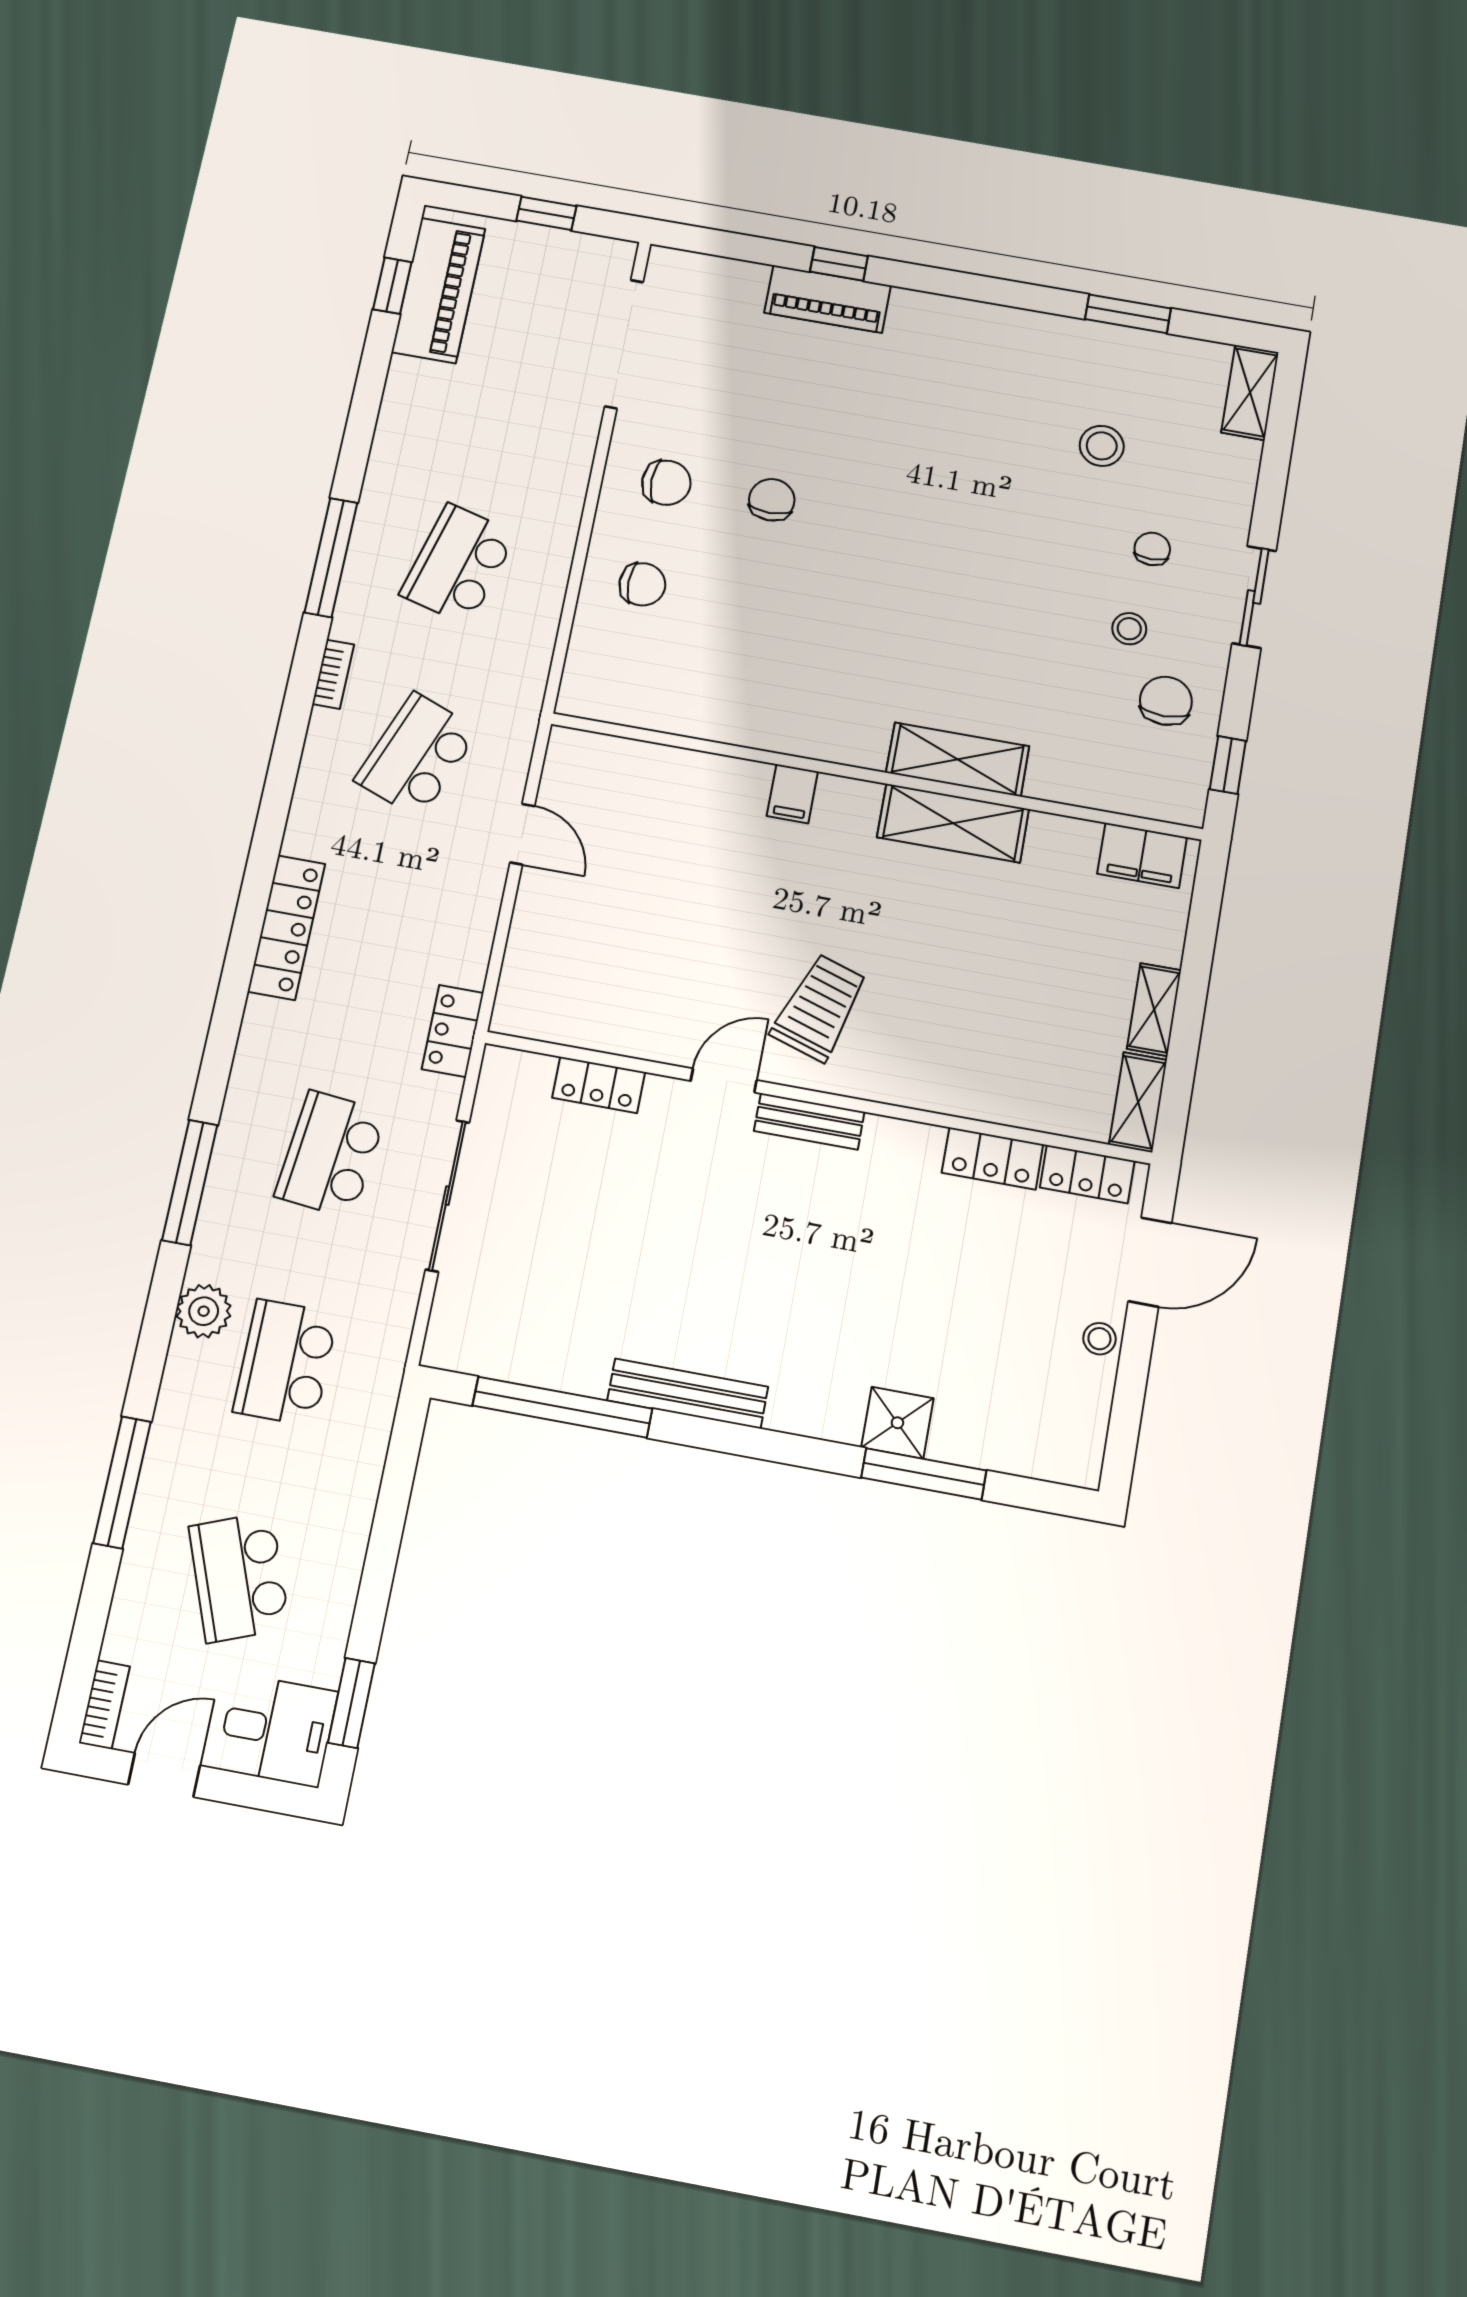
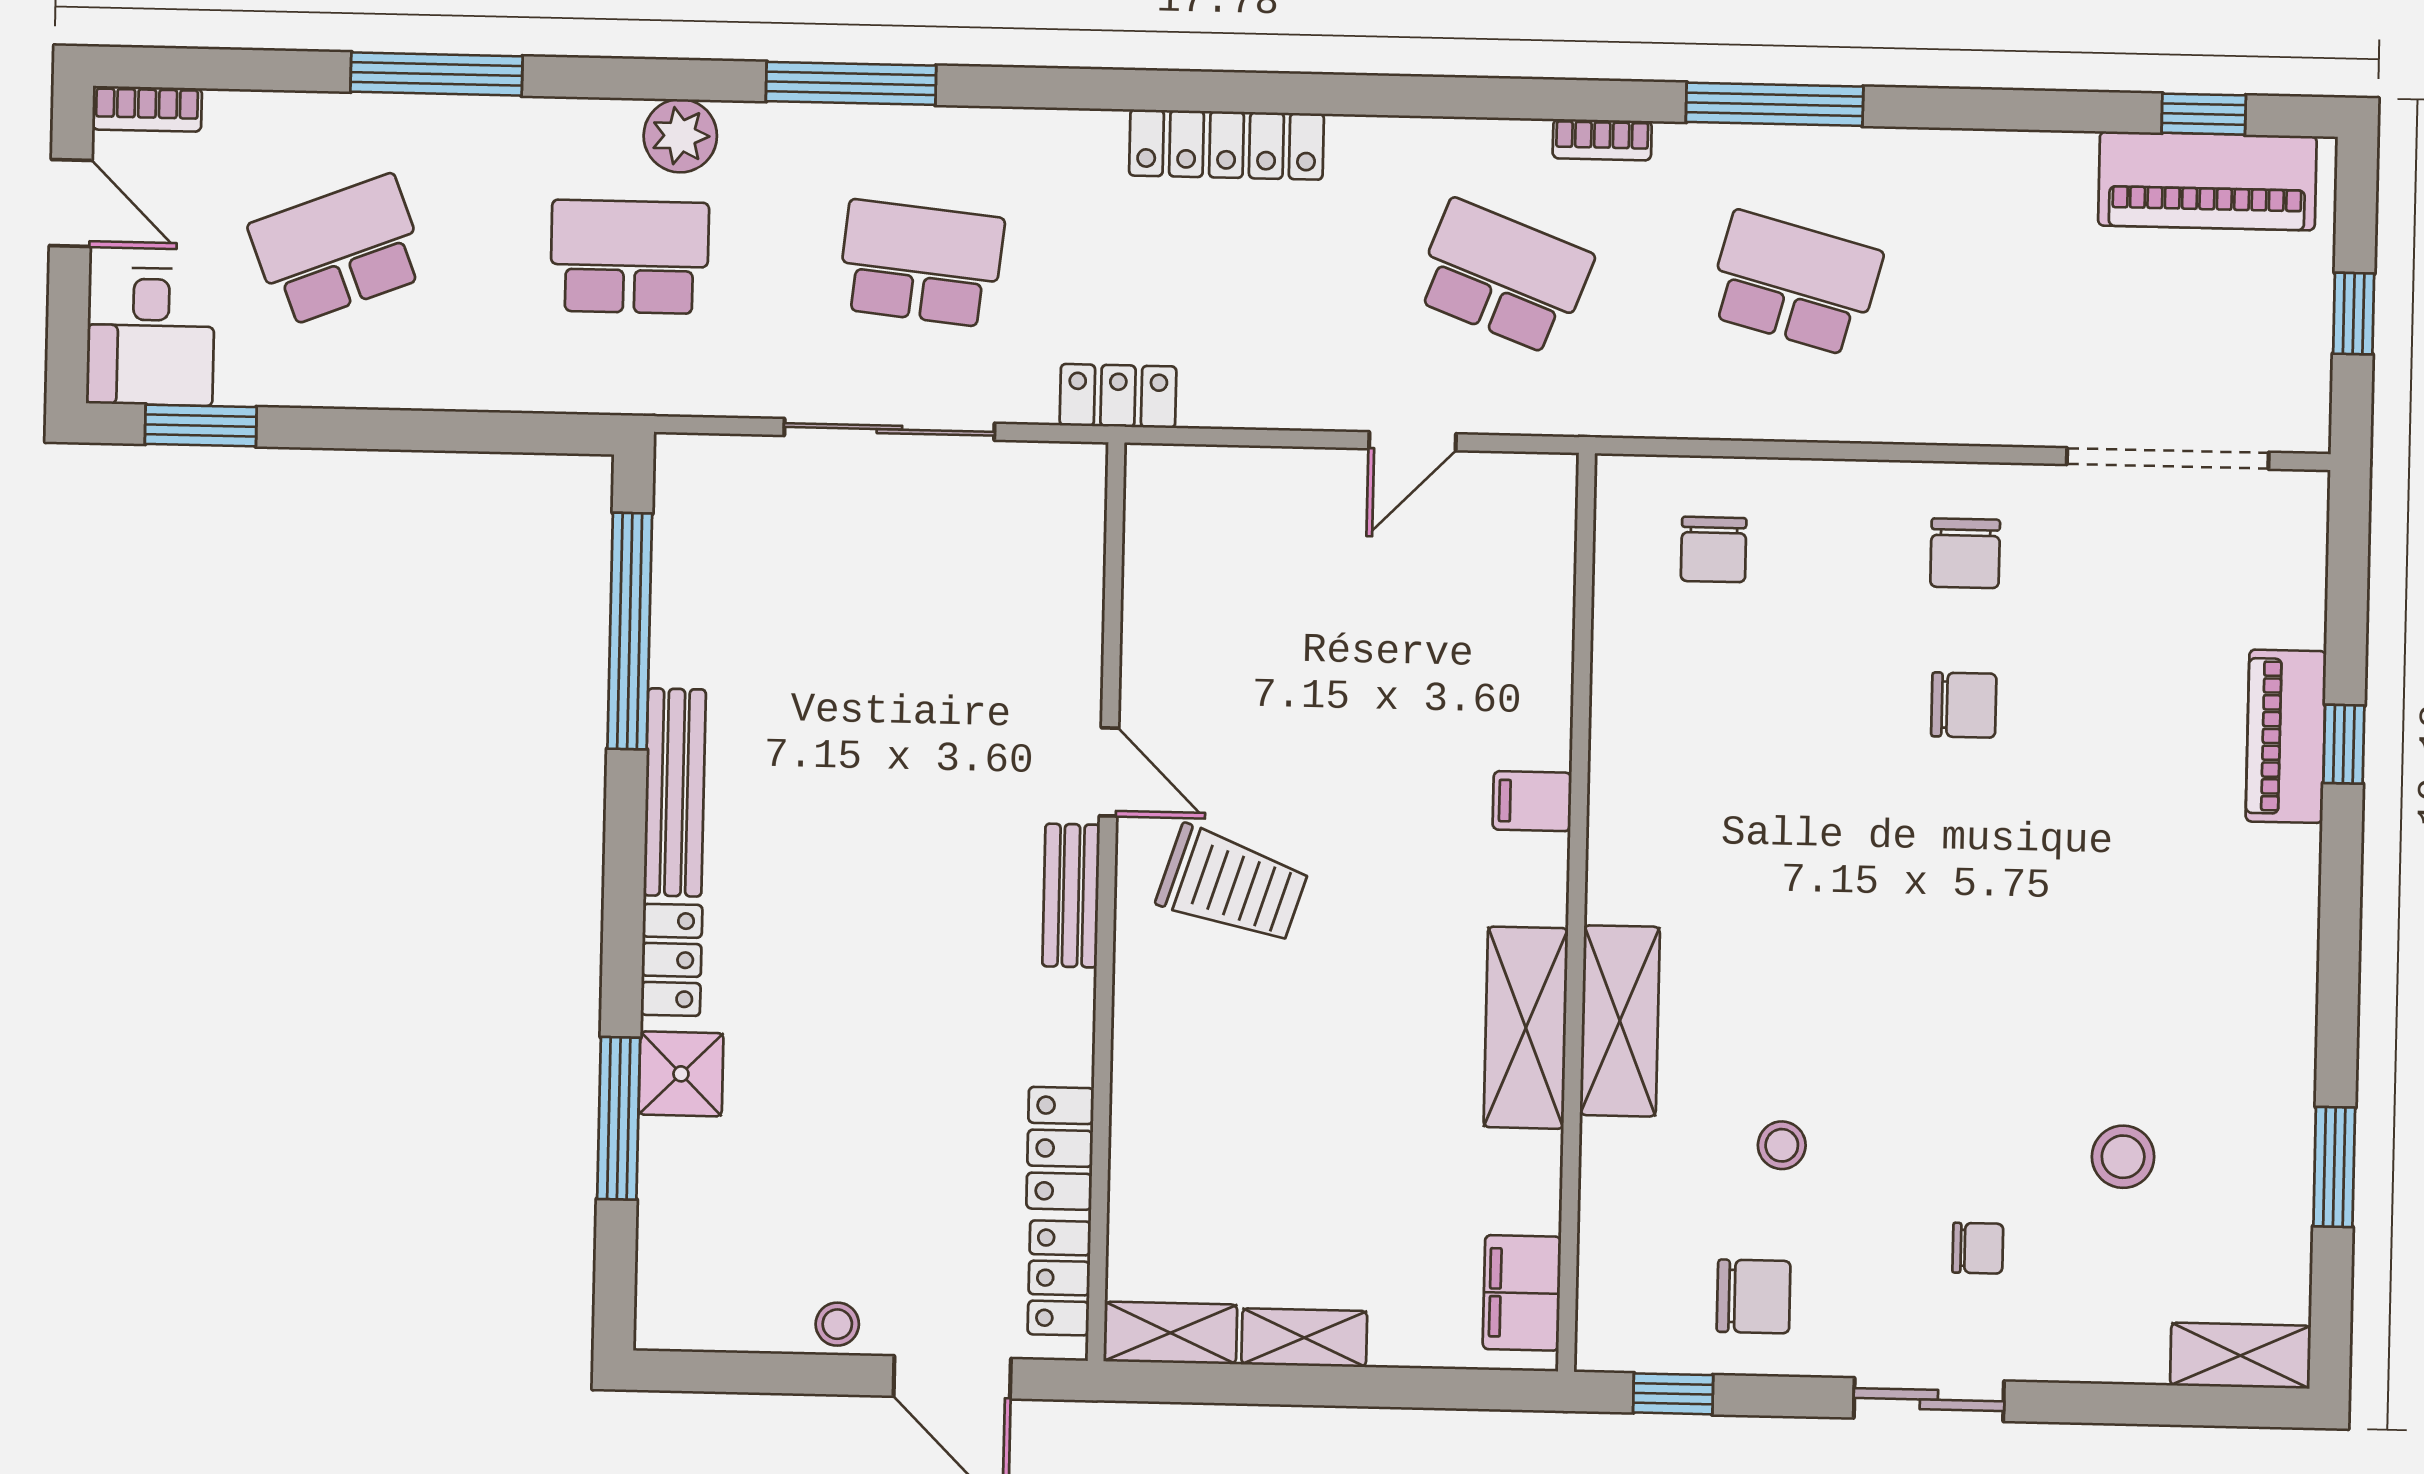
chair: (642, 584) -> (1714, 549), moved
stool: (1129, 629) -> (1782, 1145), moved
locker: (599, 1085) -> (672, 960), moved, turned 180

